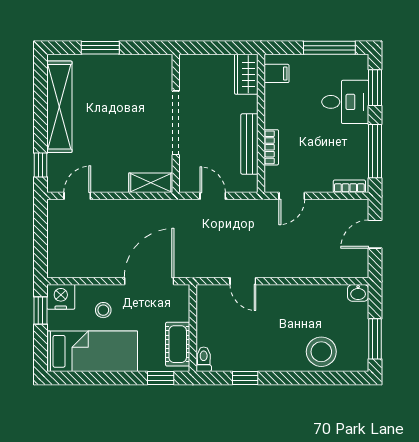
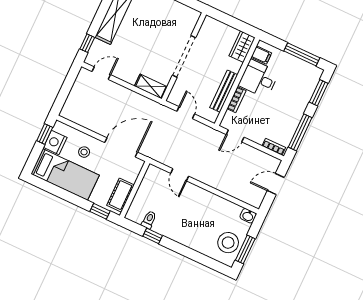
desk: (345, 102) -> (259, 79), moved, turned 180
nightstand: (61, 297) -> (55, 142), moved, turned -90
stool: (321, 352) -> (228, 243), moved
toilet: (204, 359) -> (149, 220), moved

